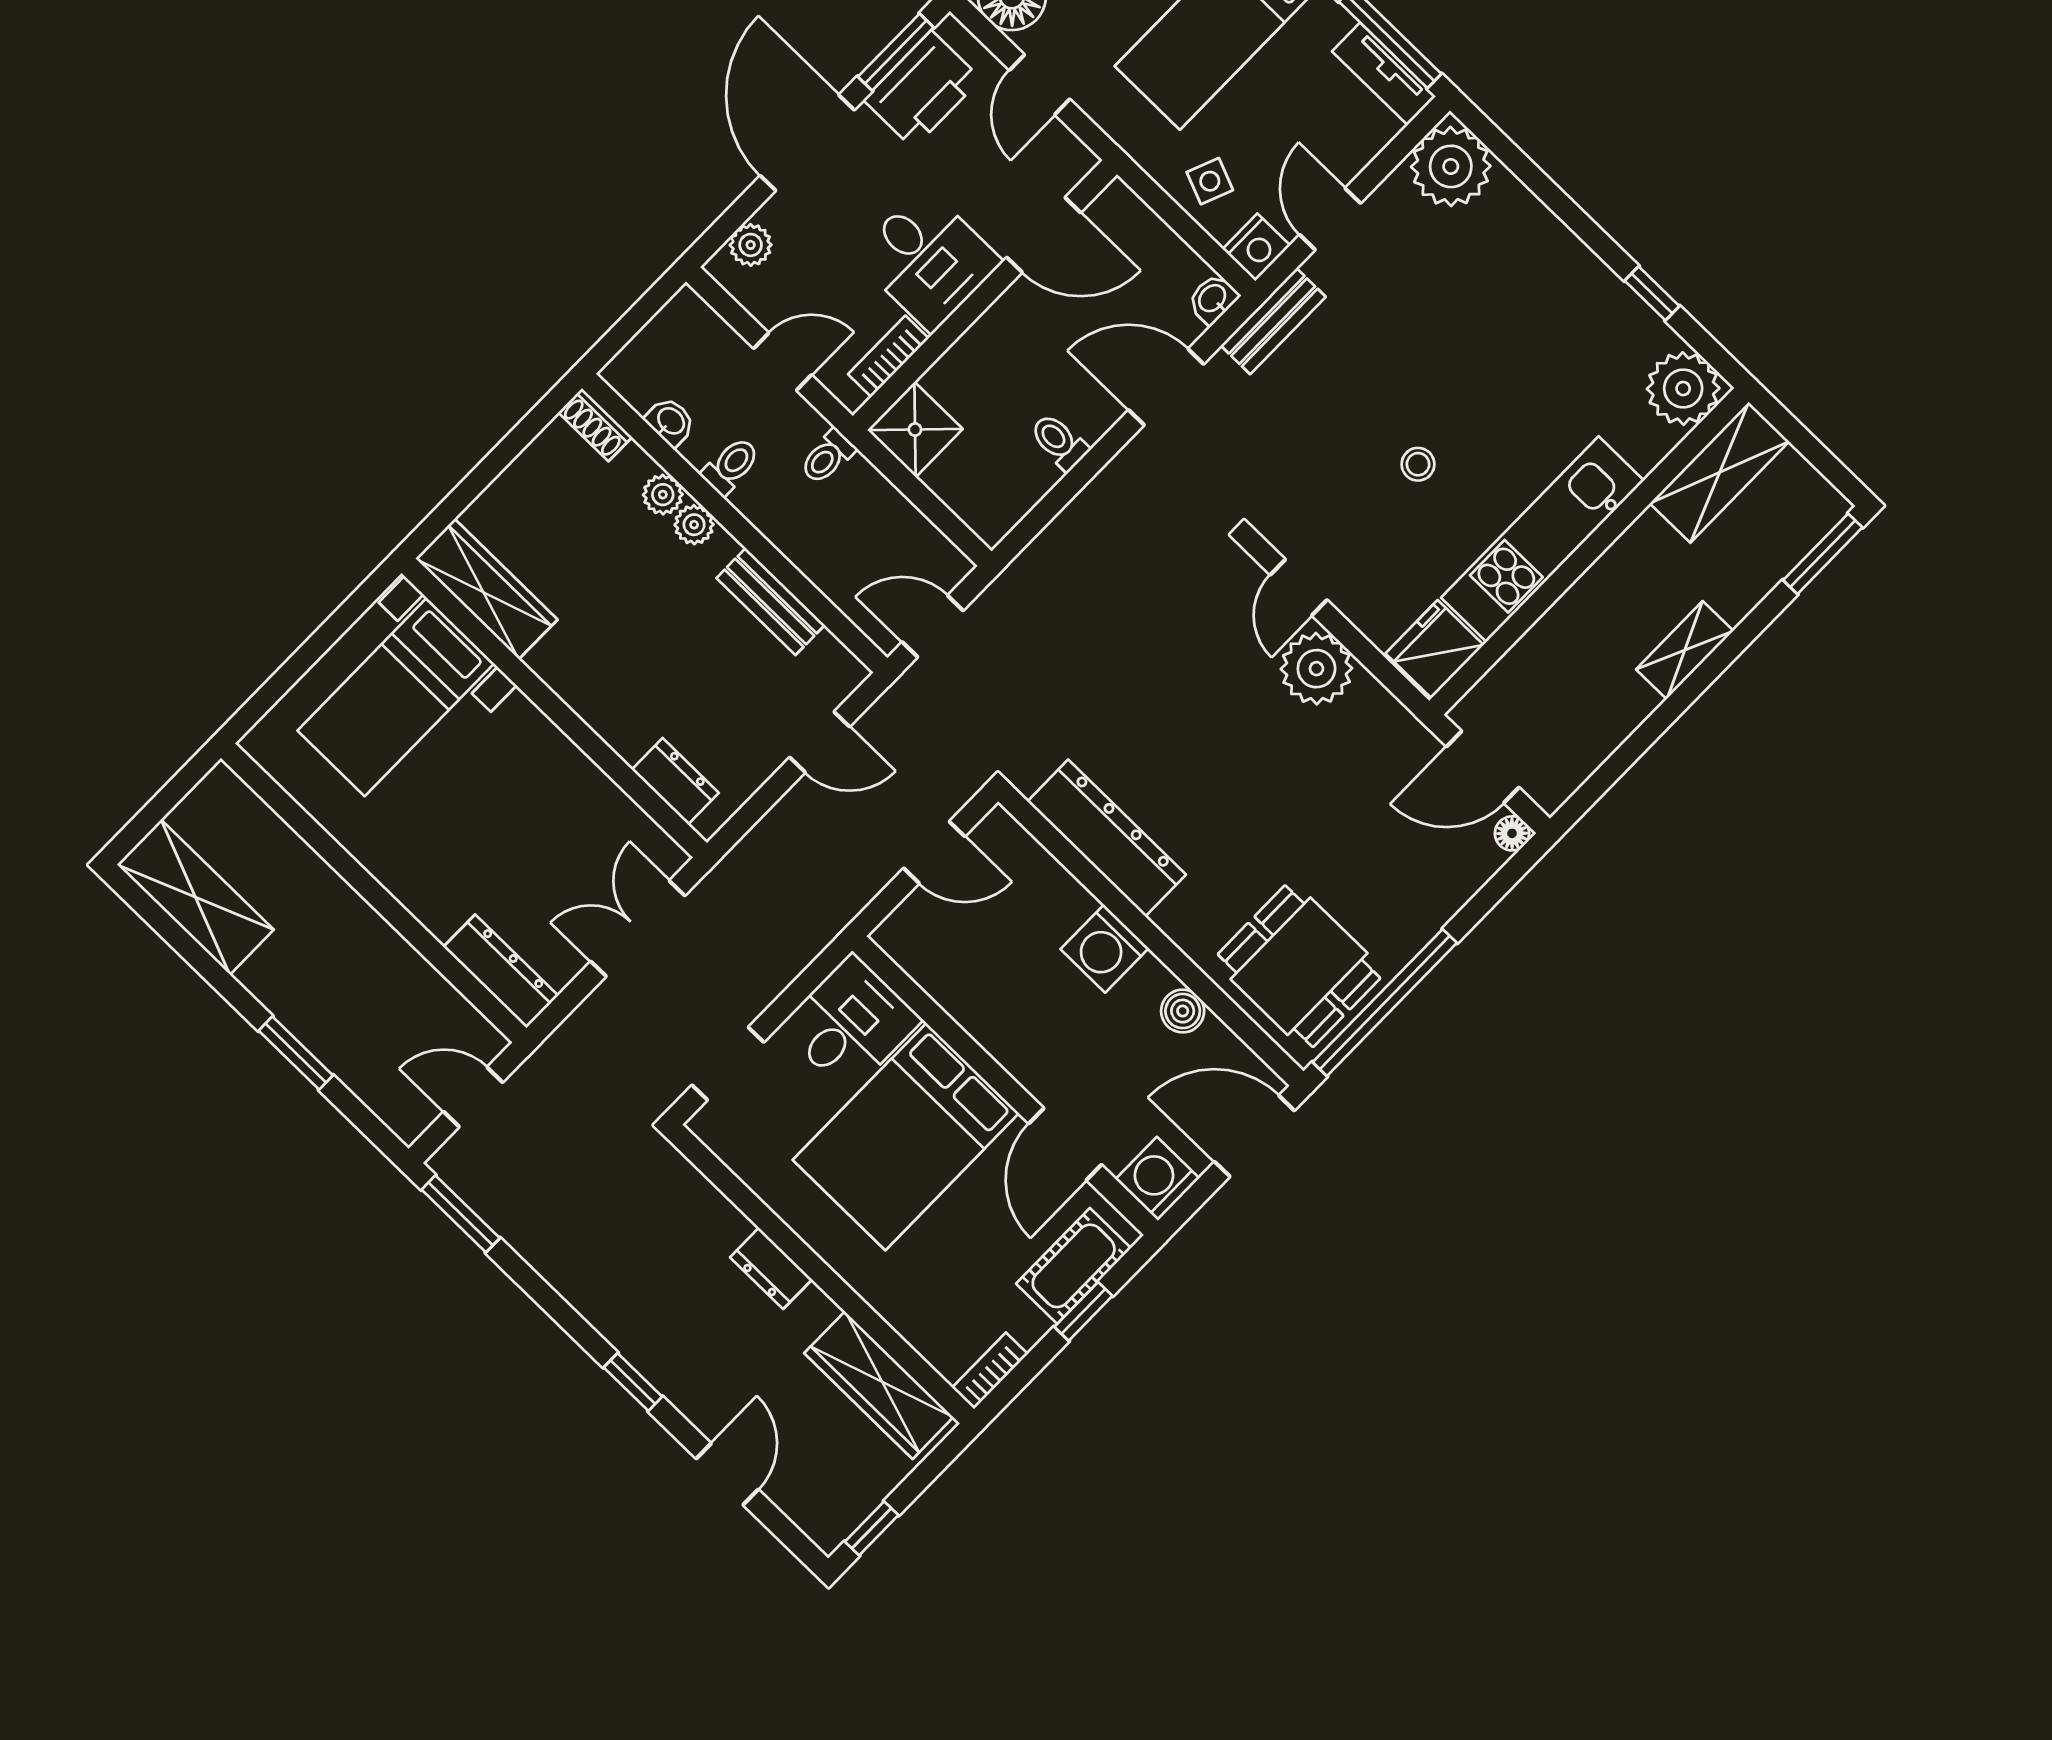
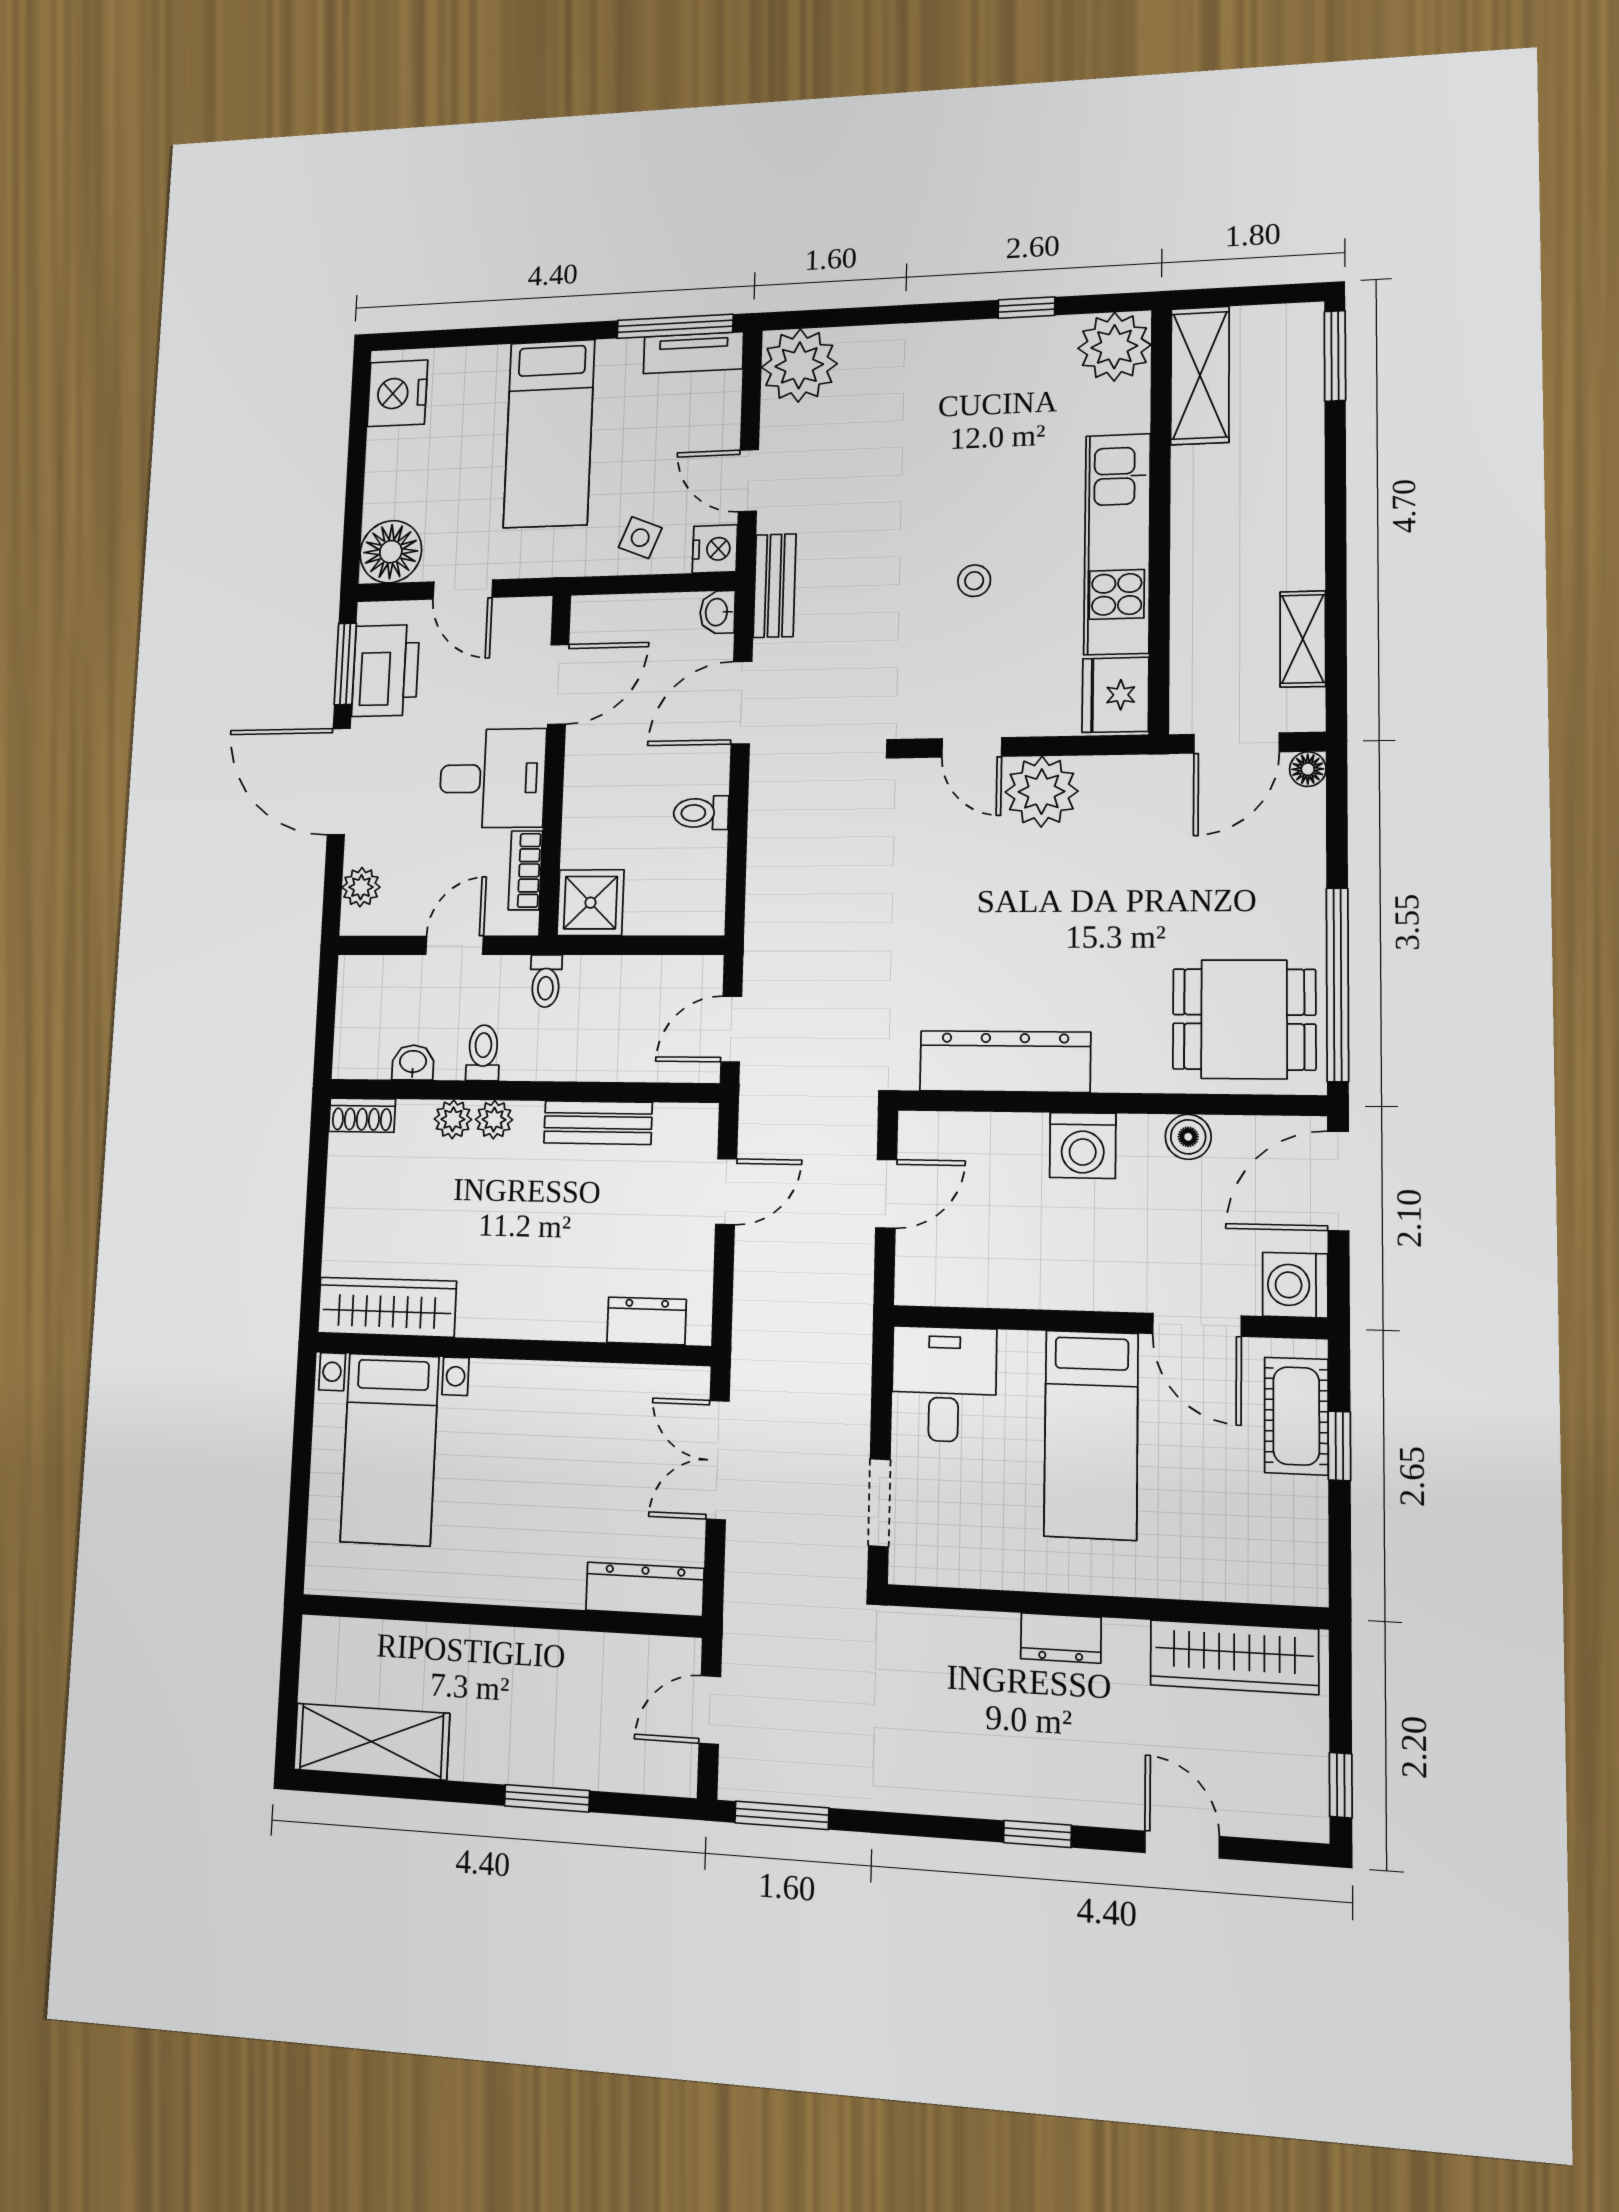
shelving: (1685, 650) -> (1303, 639), moved
bed: (906, 1137) -> (1091, 1435), width x0.67
bookcase: (990, 1371) -> (1311, 1564), removed

